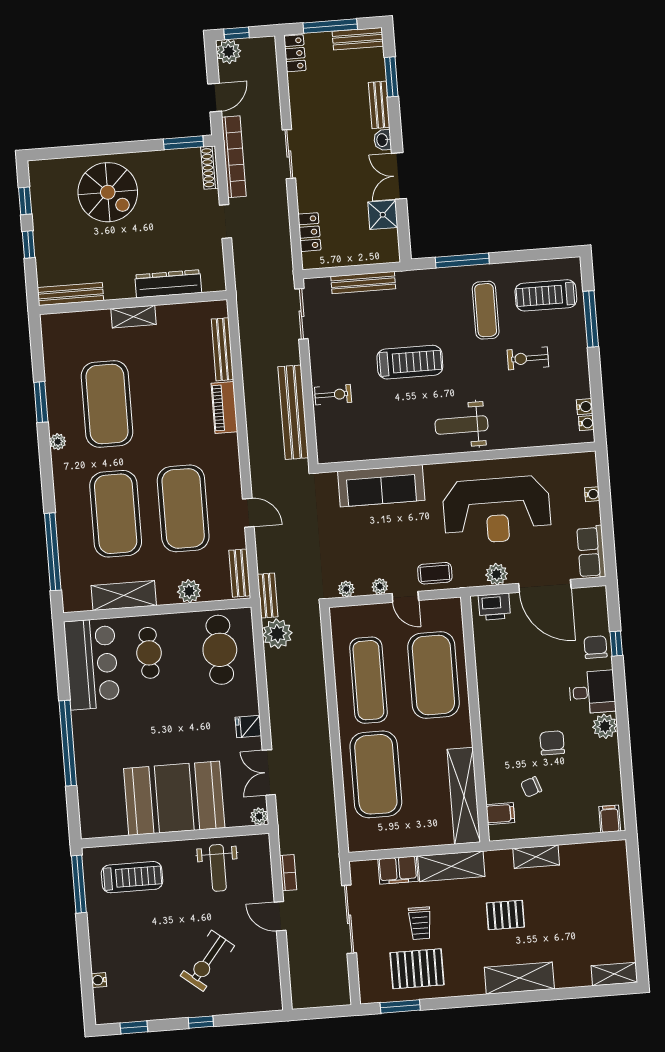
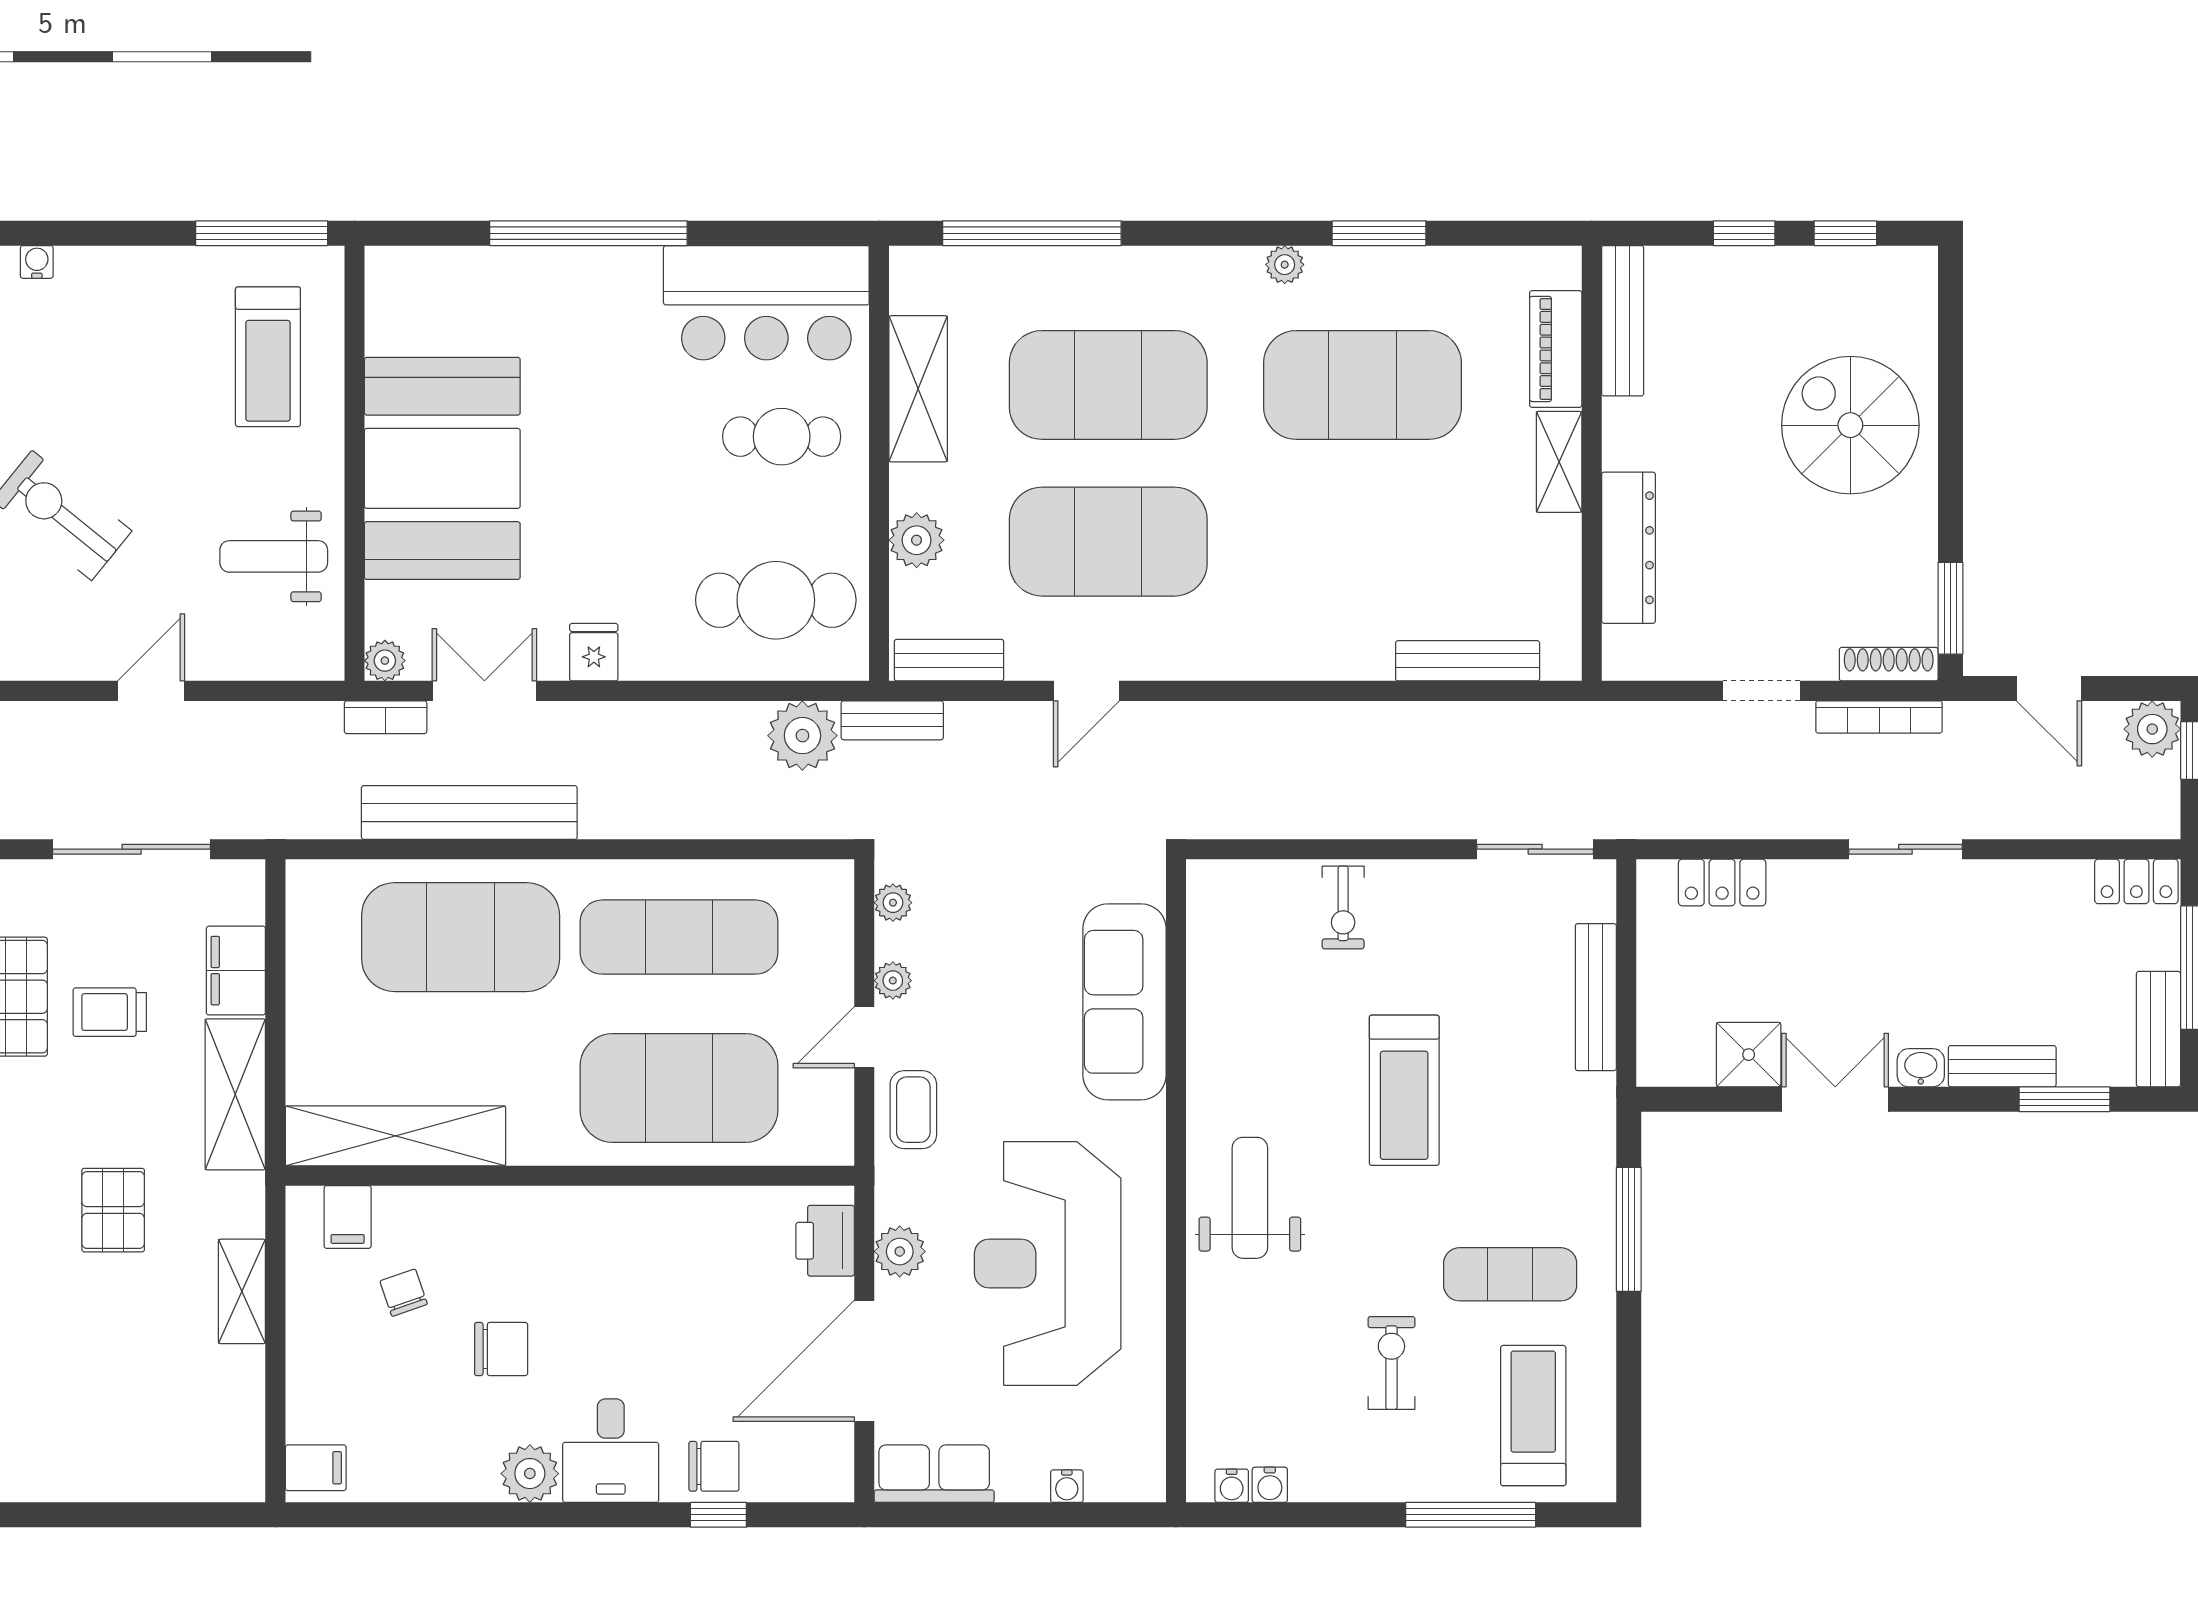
bookcase: (234, 157) -> (1879, 717), width x0.68, depth x0.76
spiral stairs: (108, 192) -> (1850, 425), turned 90
piano: (224, 407) -> (1556, 349), moved, turned -90
bench: (293, 412) -> (469, 813), moved
bookcase: (288, 873) -> (386, 717), moved

